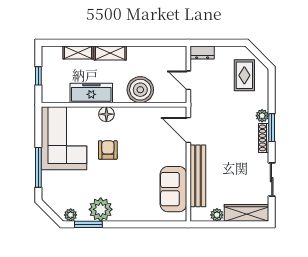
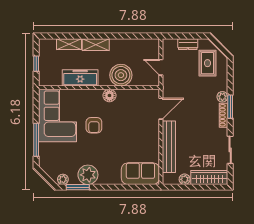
dresser: (202, 52) -> (188, 44), moved
floor lamp: (106, 114) -> (109, 95), moved
door: (188, 130) -> (161, 109), swing flipped
armchair: (108, 150) -> (94, 125), turned 180
sofa: (173, 189) -> (140, 174), moved, turned 90

